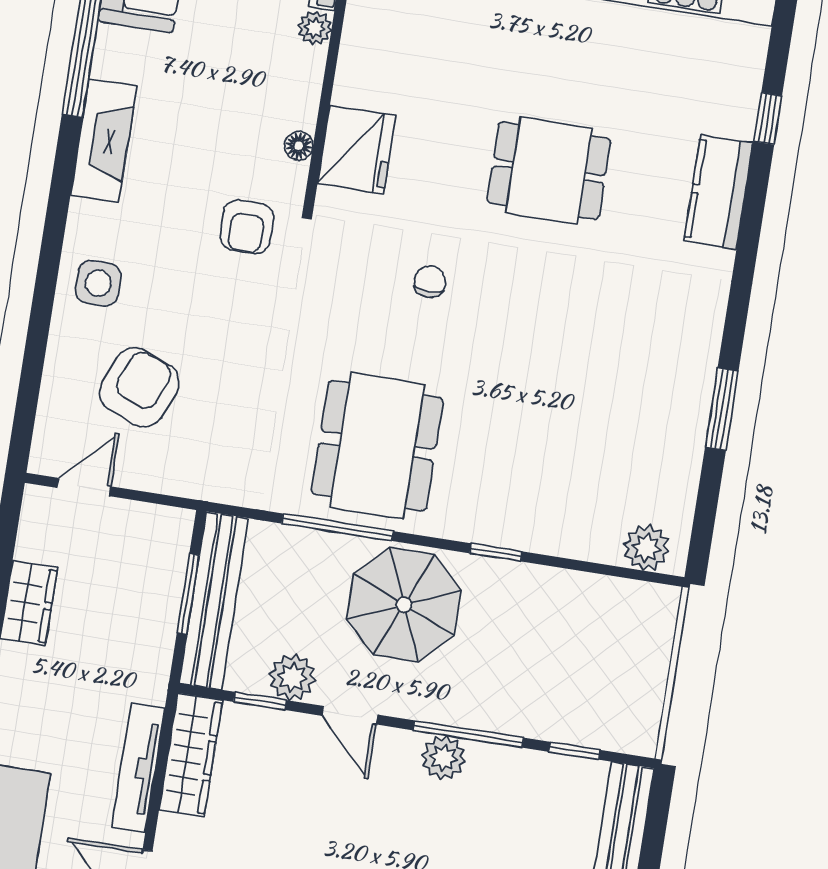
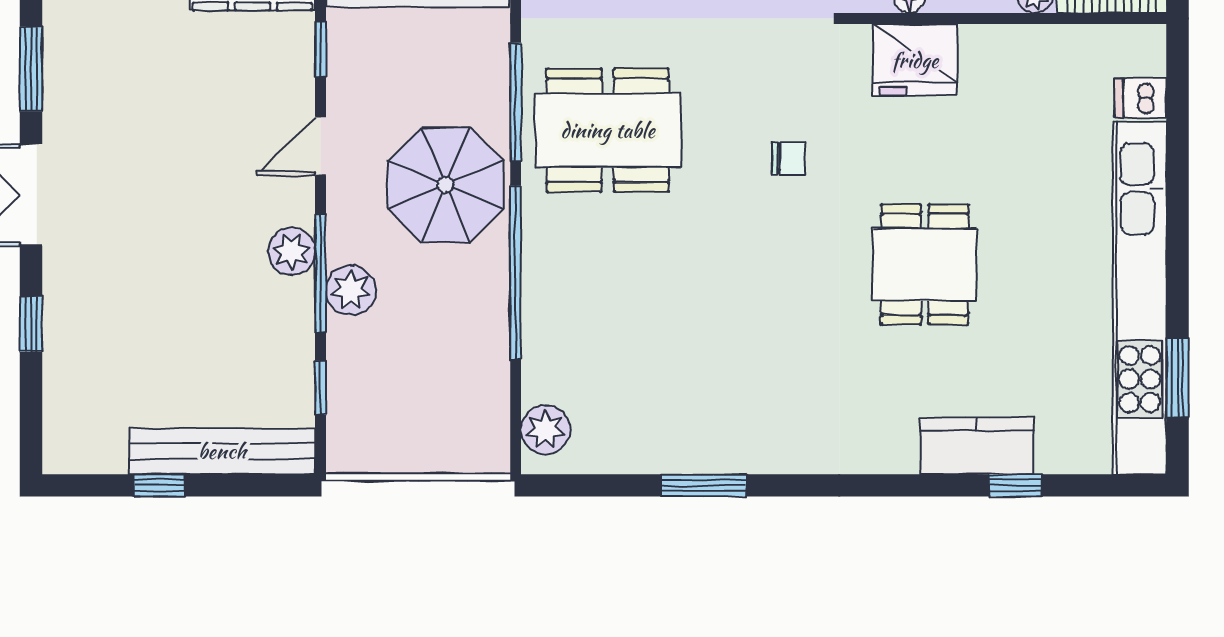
kitchen counter: (718, 192) -> (977, 446), moved
window: (496, 552) -> (516, 272), width x3.17
plant: (292, 677) -> (351, 290), moved

